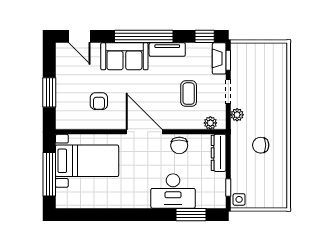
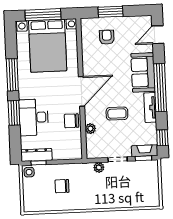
coffee table: (189, 94) -> (117, 114), moved
armchair: (99, 101) -> (107, 37), moved, turned 90
plant: (210, 123) -> (90, 129), moved
chair: (261, 145) -> (62, 186), moved, turned -90
dresser: (219, 153) -> (36, 155), moved
bed with nightstands: (87, 161) -> (48, 46), width x1.36
window: (120, 215) -> (12, 75), added
window: (191, 215) -> (14, 113), moved

